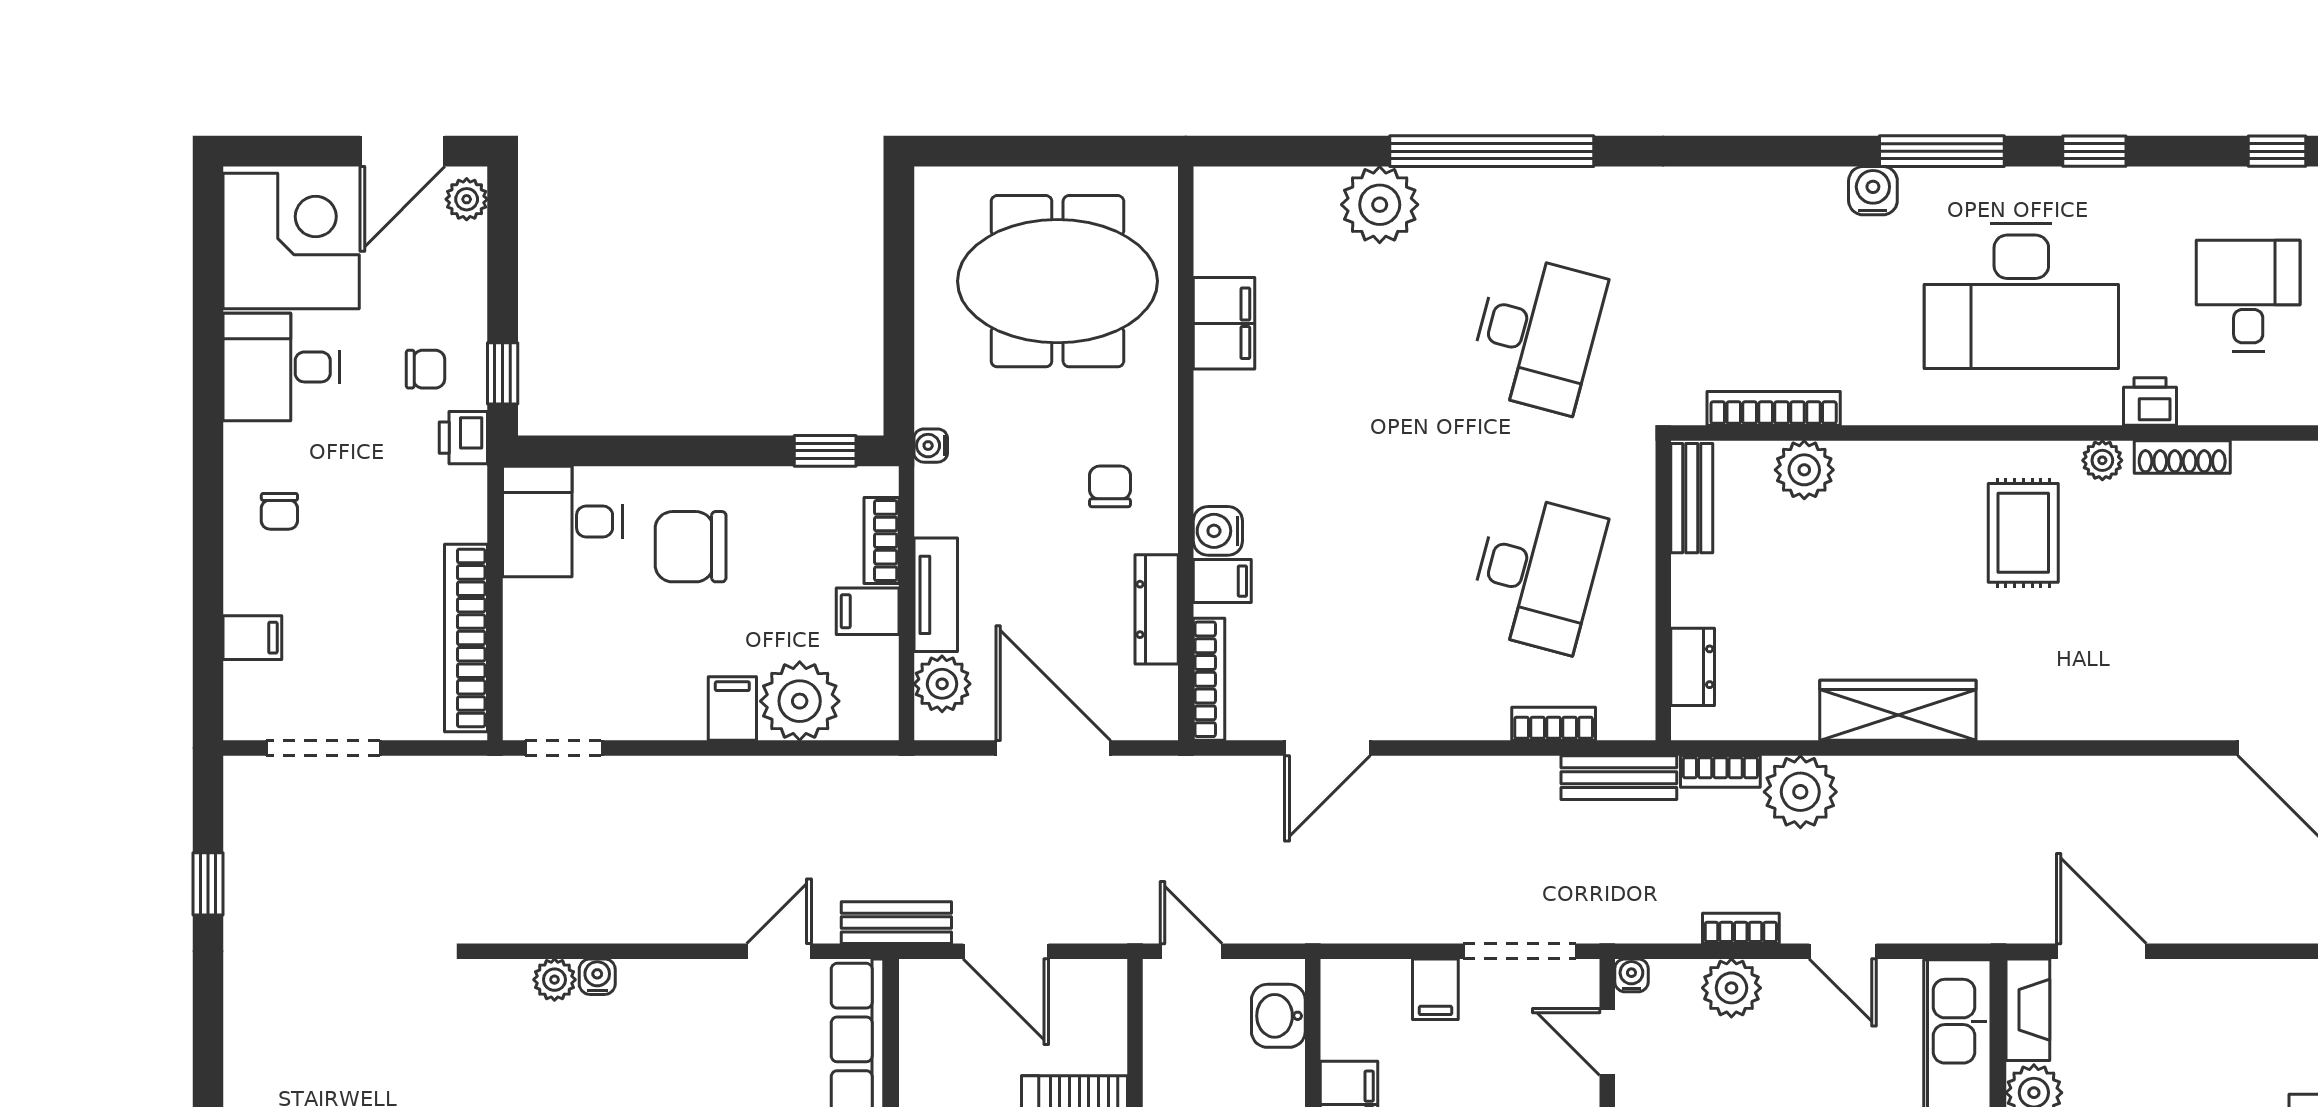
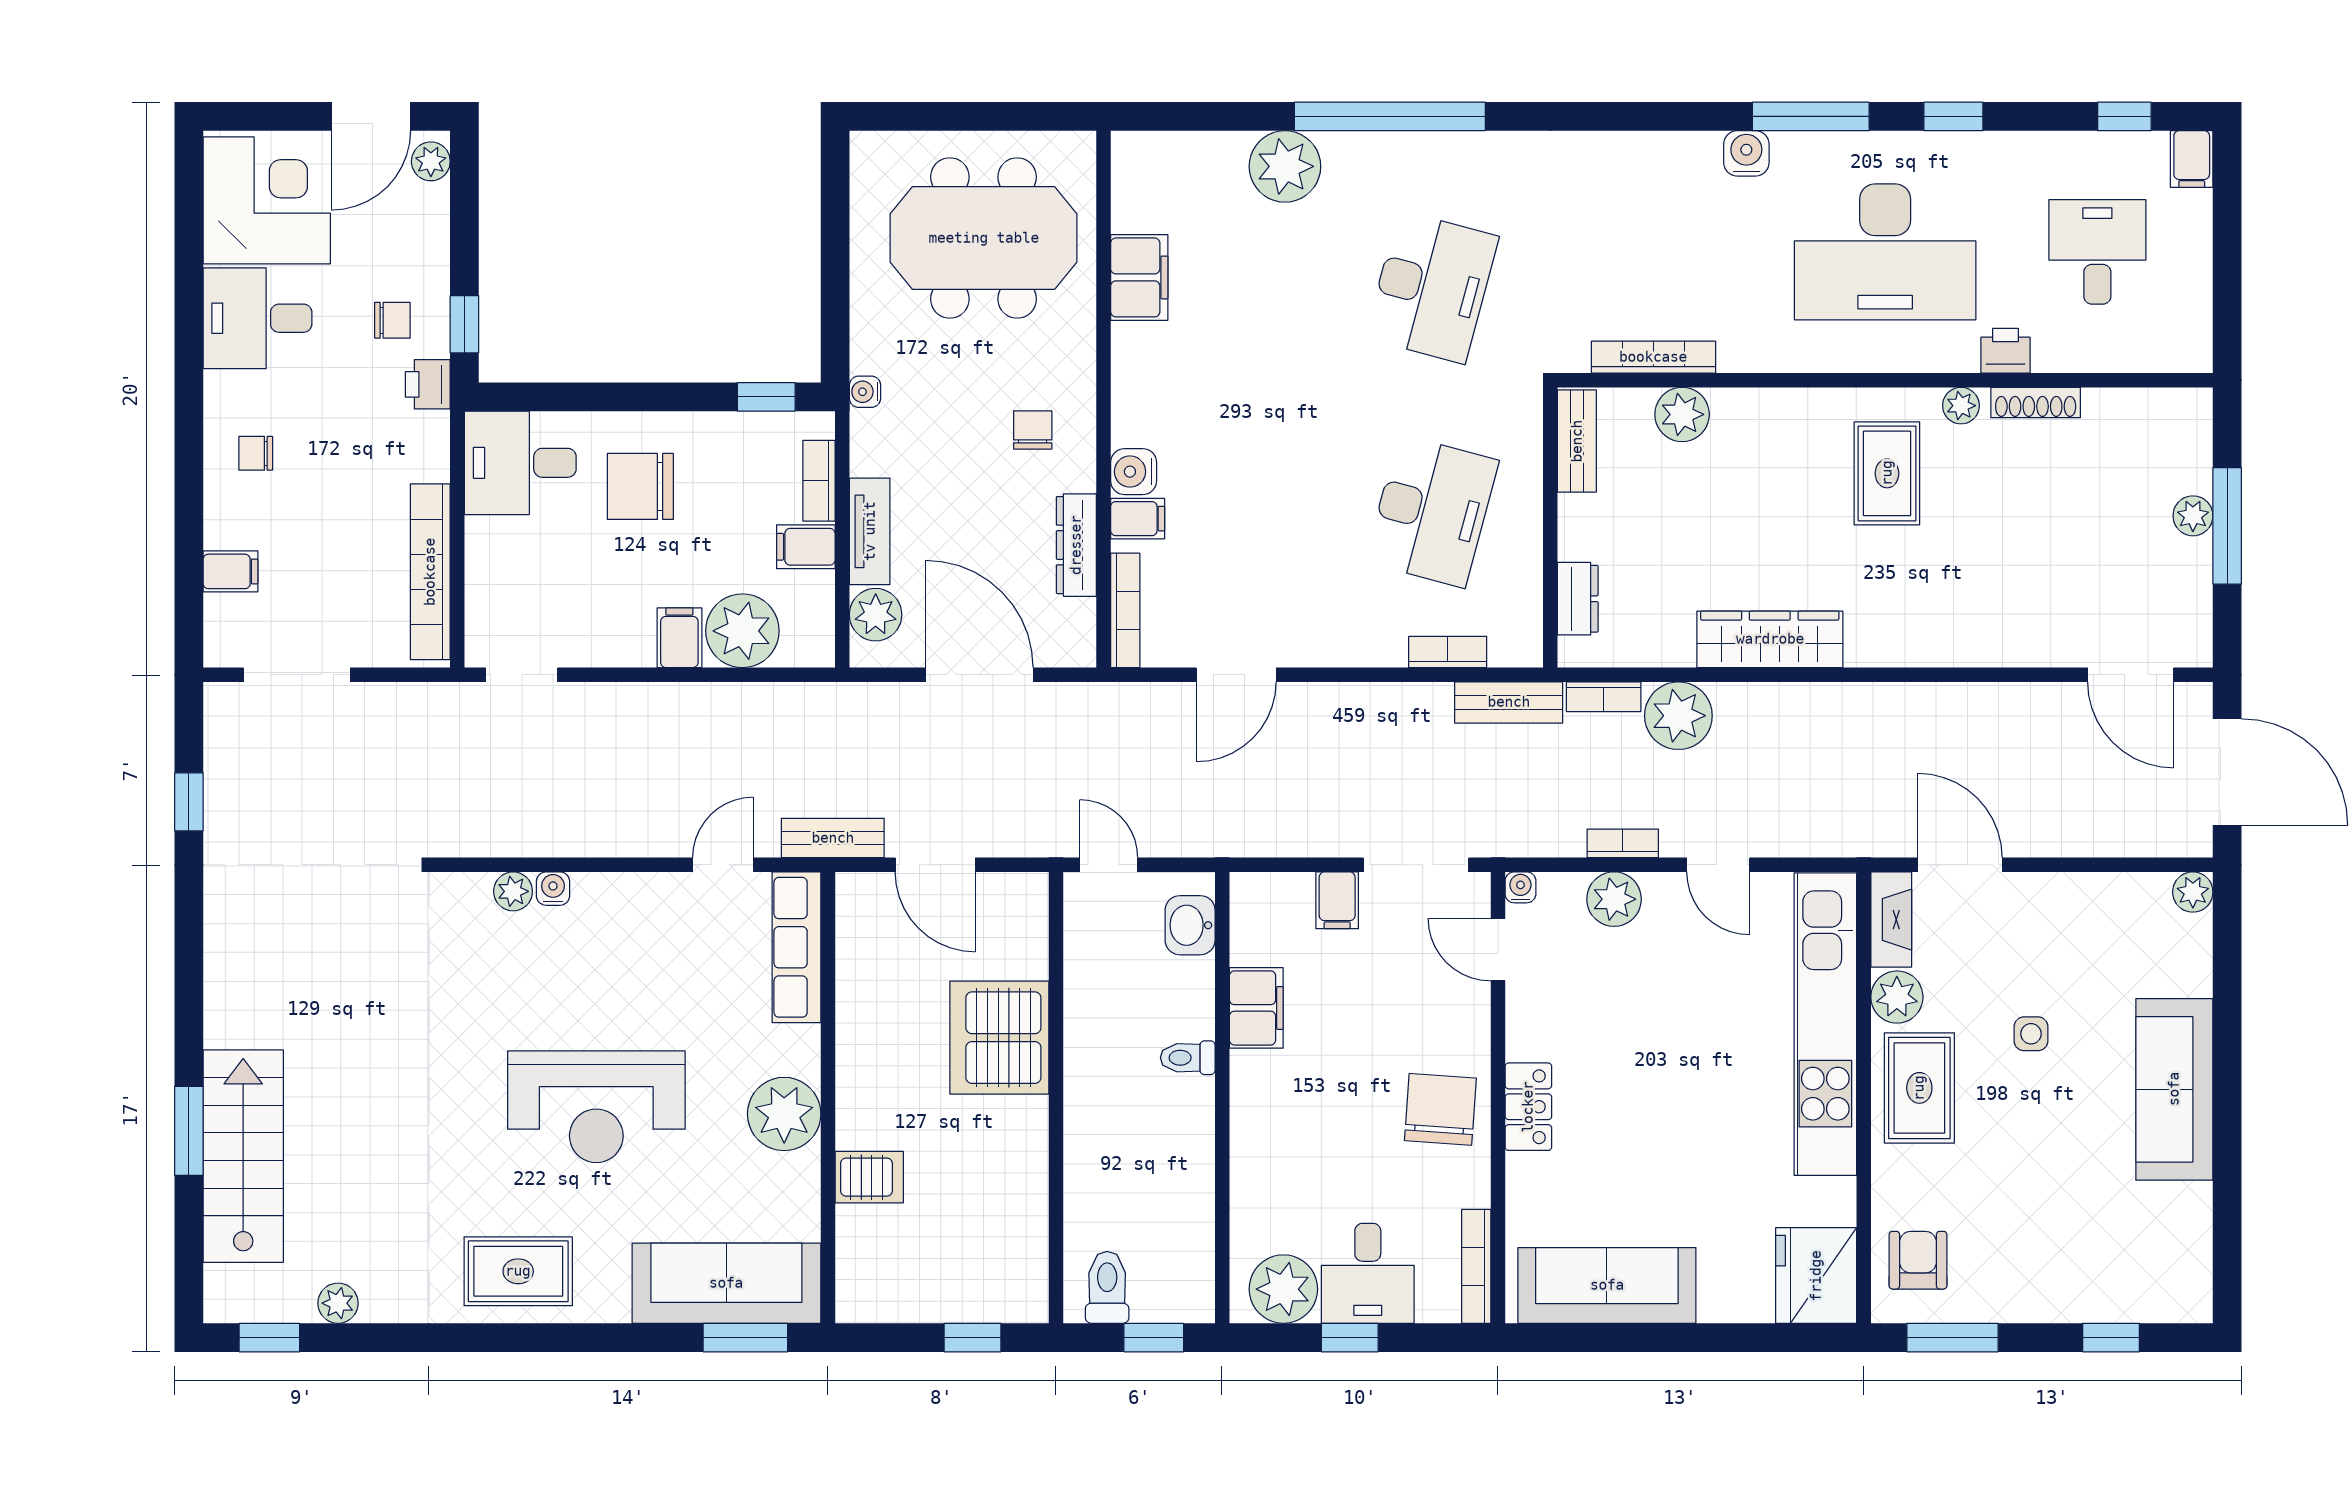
chair: (279, 511) -> (256, 453), turned 90

